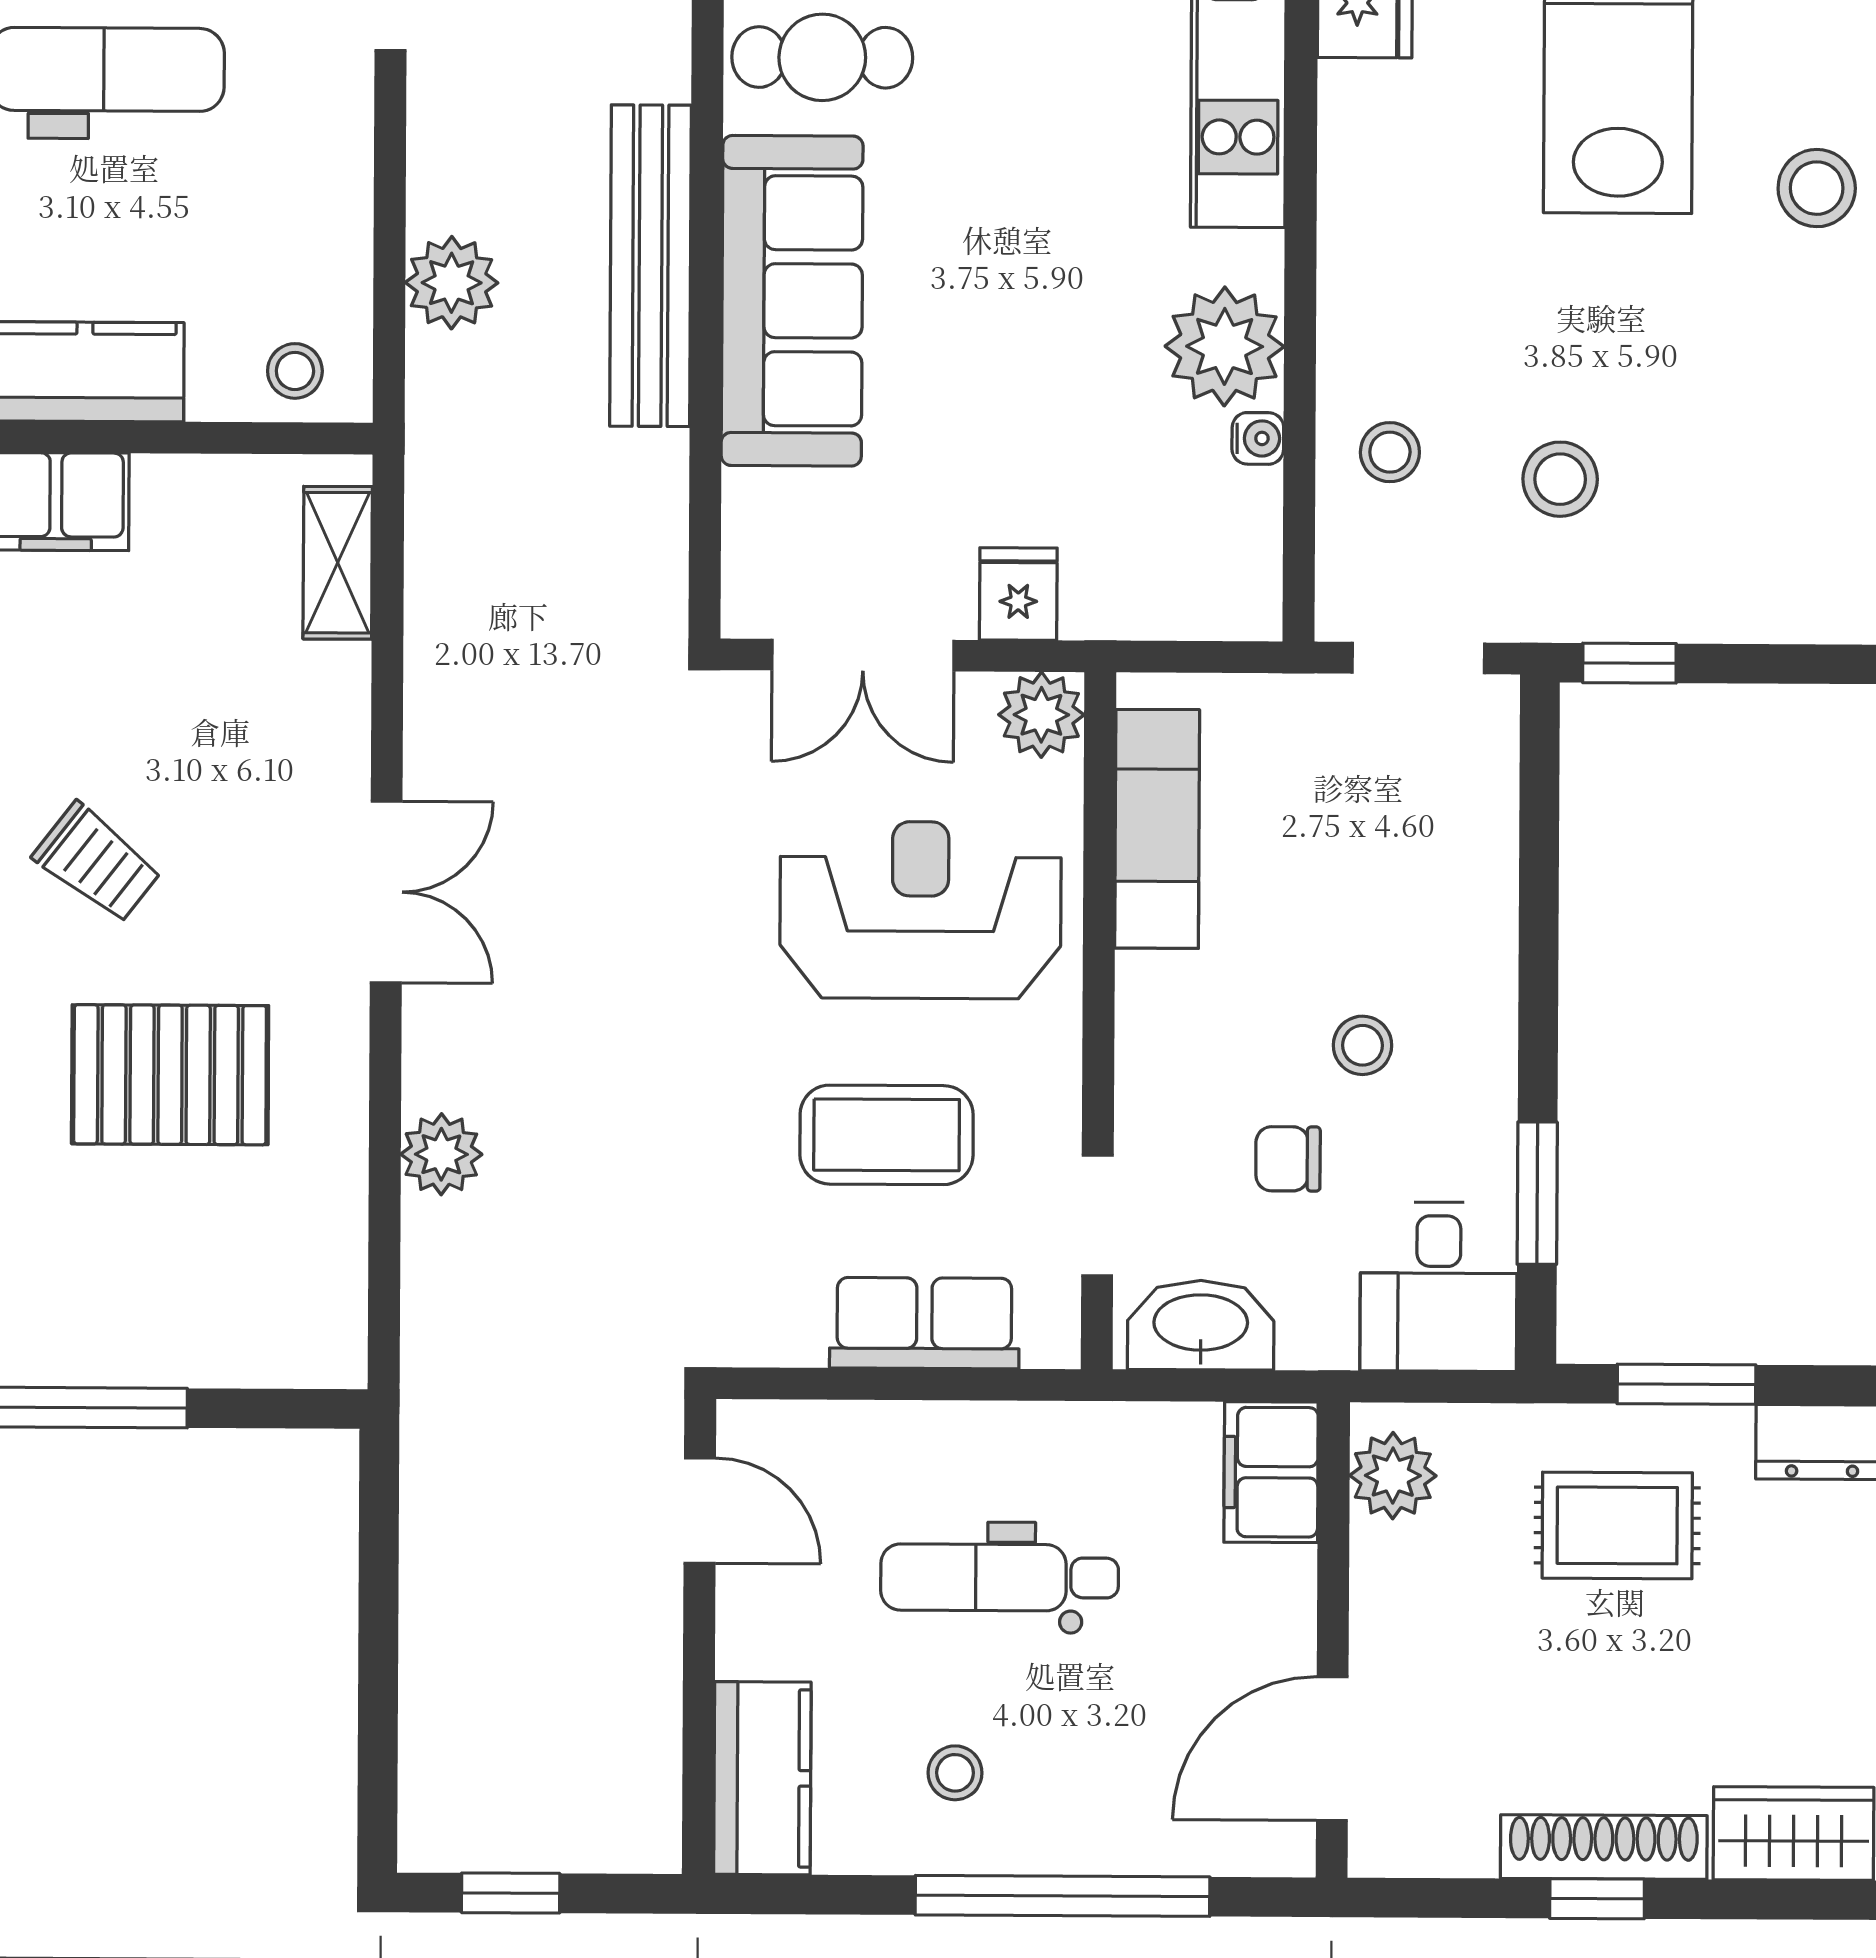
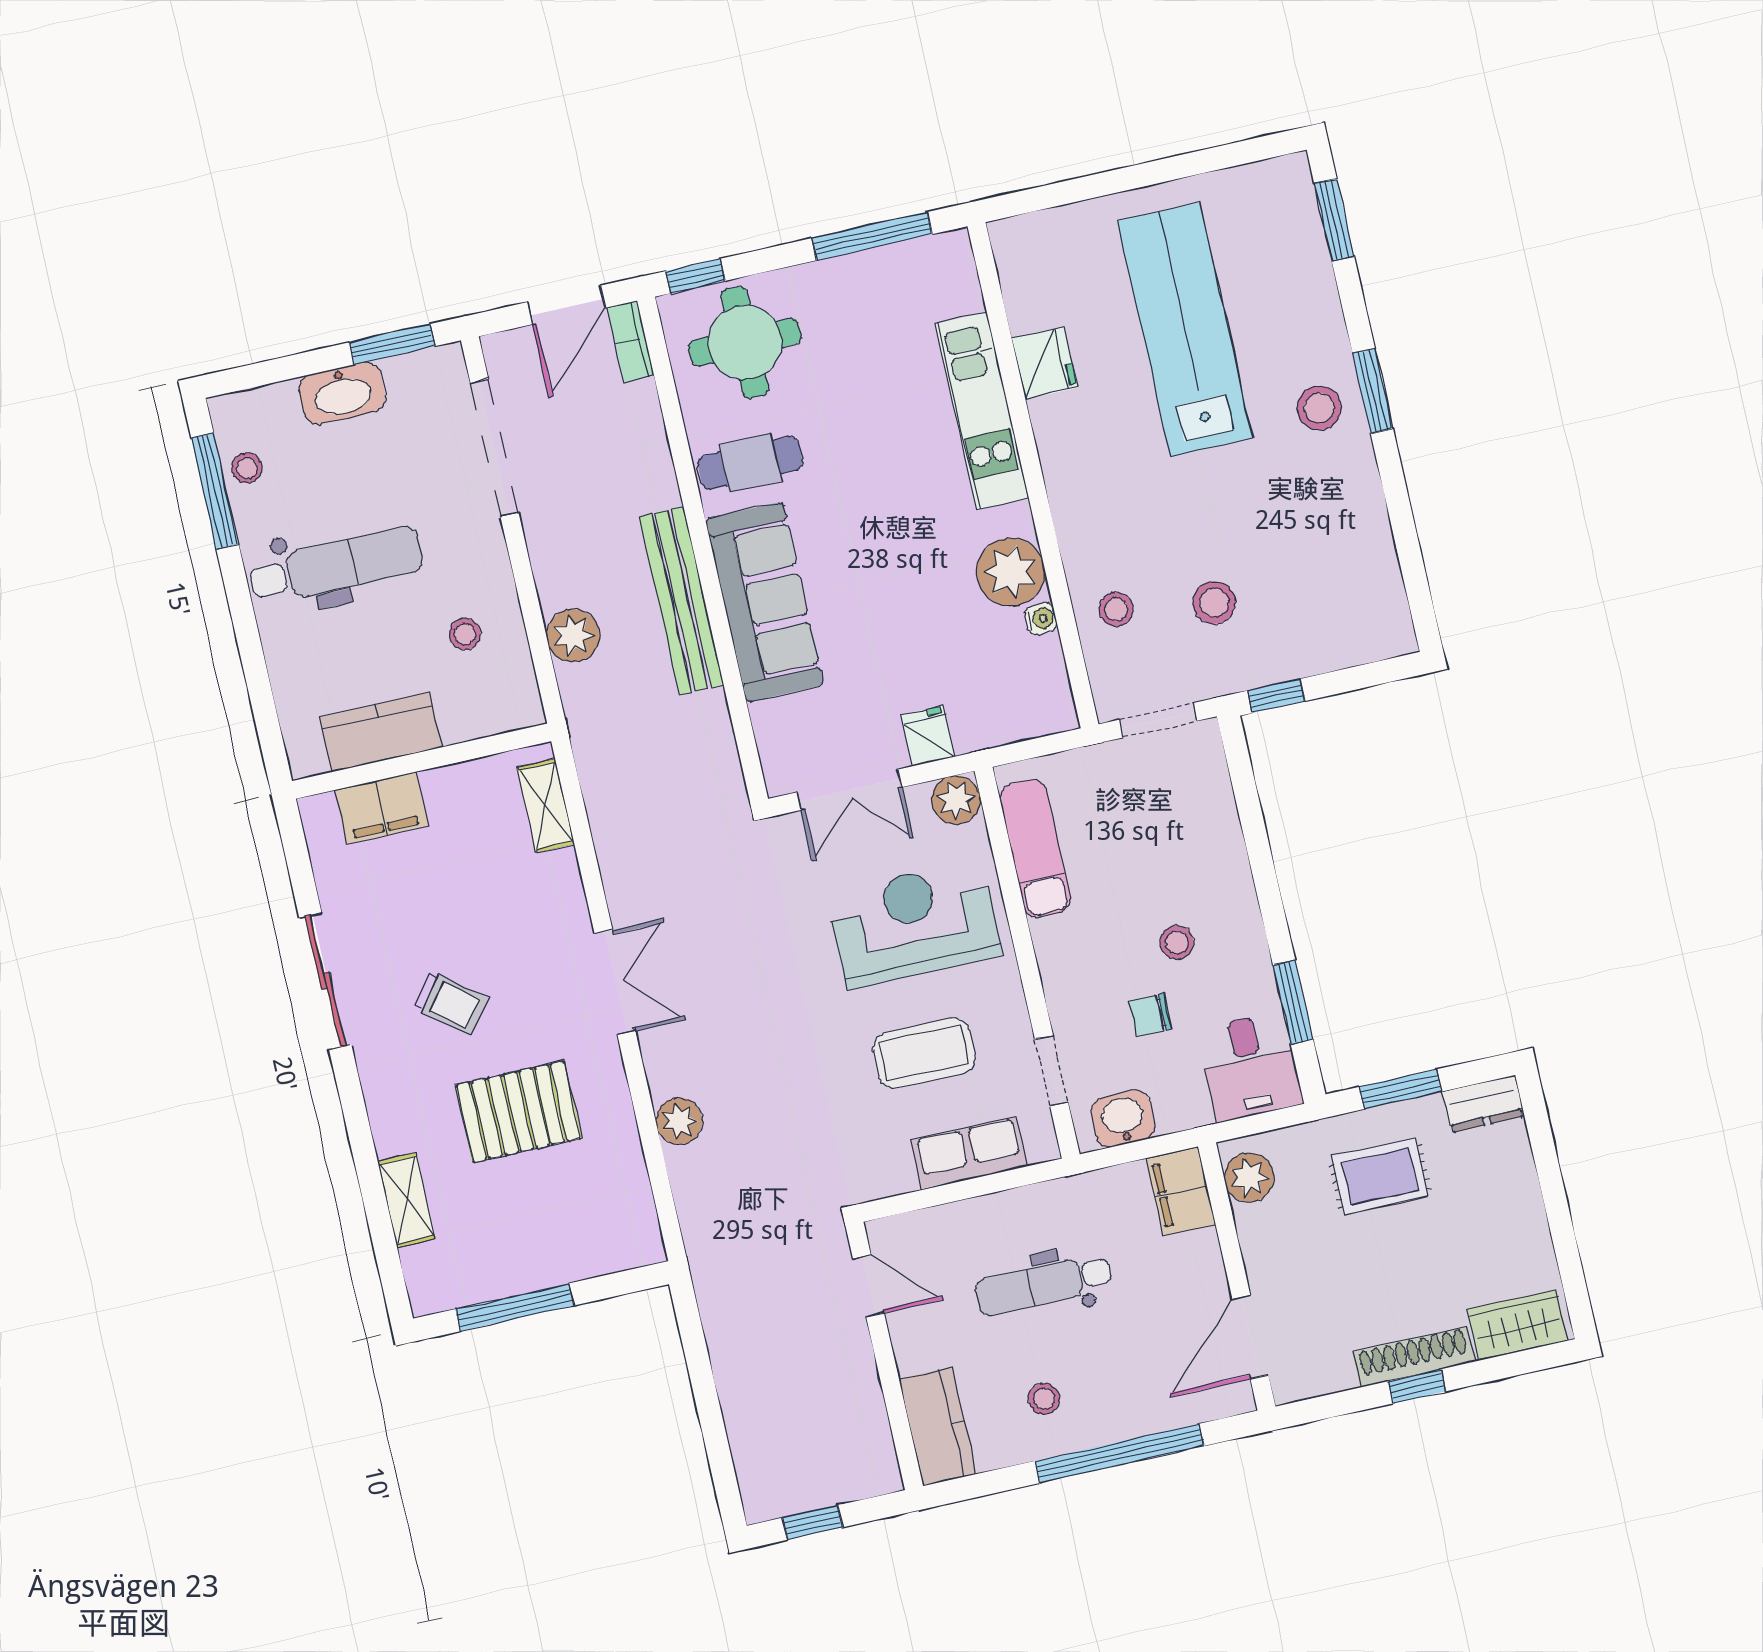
stool: (295, 371) -> (465, 634), moved
washbasin: (1201, 1325) -> (1123, 1119), width x0.72

